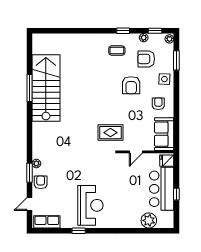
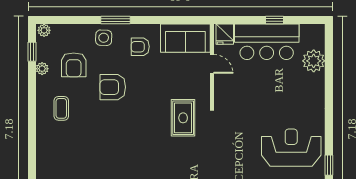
window: (123, 31) -> (32, 99), removed
window: (176, 60) -> (116, 20), moved
armchair: (131, 85) -> (113, 87), turned 180
door: (136, 152) -> (212, 64), moved

